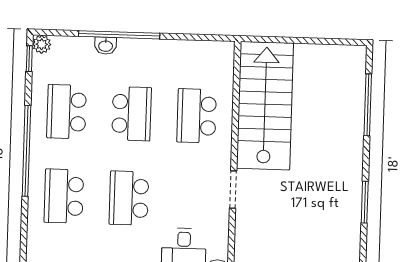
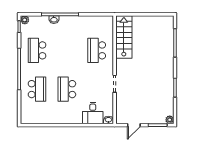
stairs: (265, 106) -> (124, 37), width x0.73, depth x0.66
school desk: (132, 114) -> (67, 50), removed
school desk: (64, 196) -> (37, 89), turned 180

